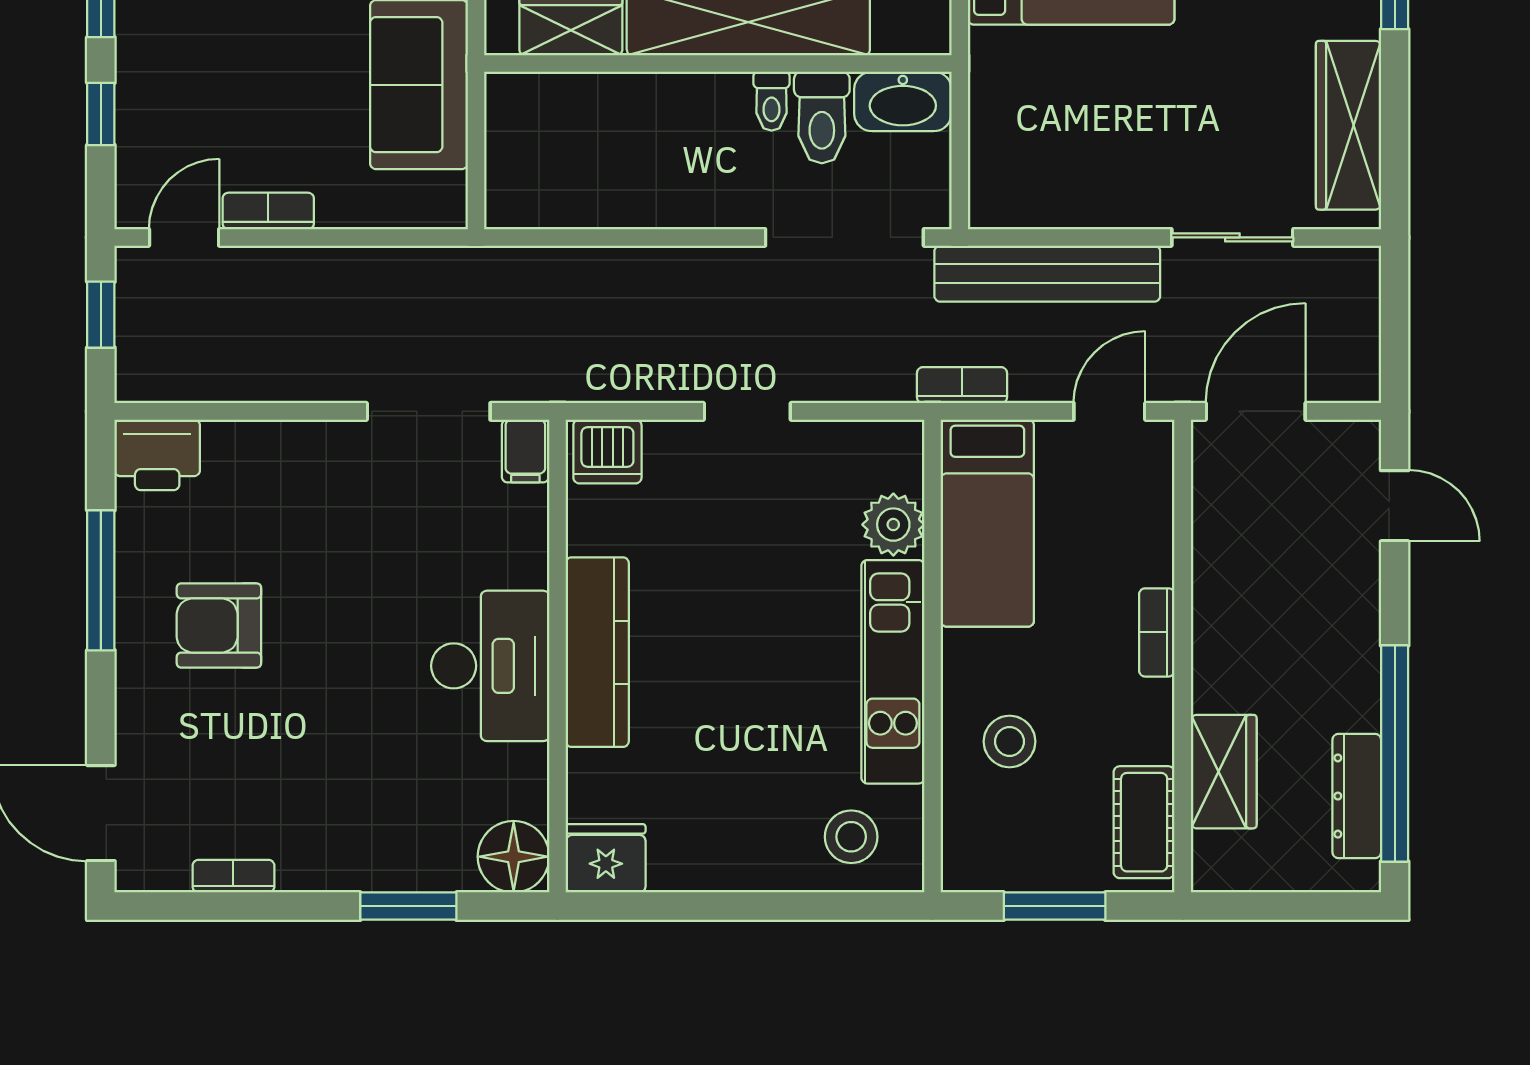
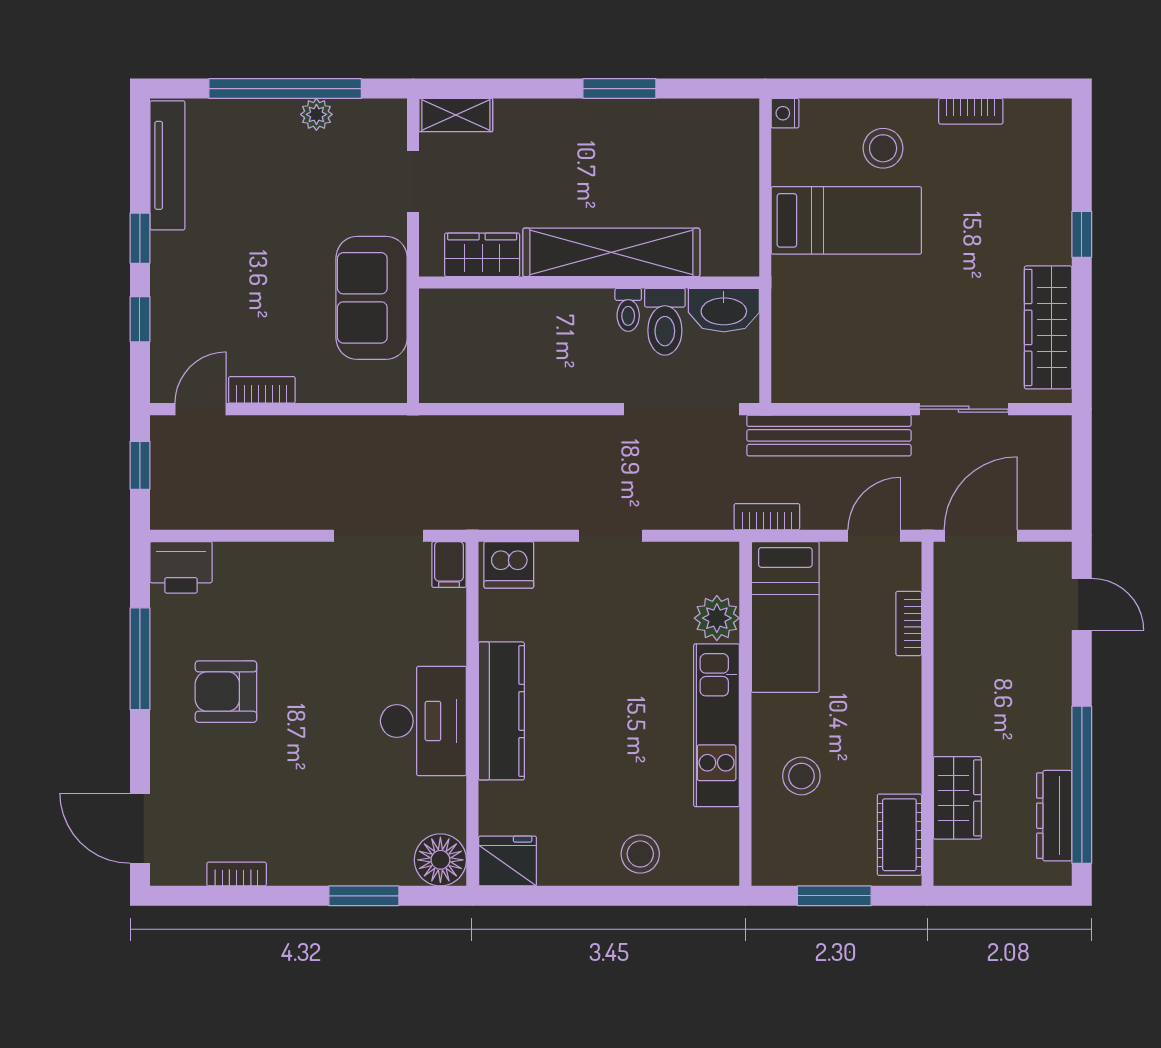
bookcase: (1157, 632) -> (909, 623), moved
stool: (851, 837) -> (640, 854), moved

